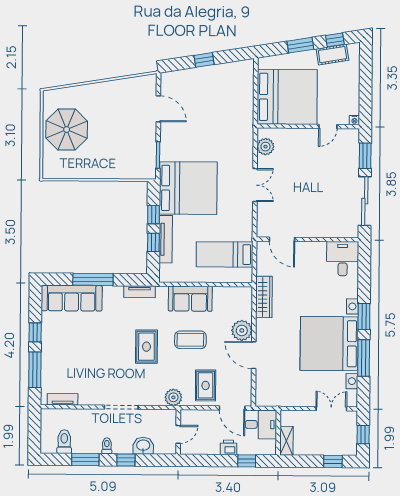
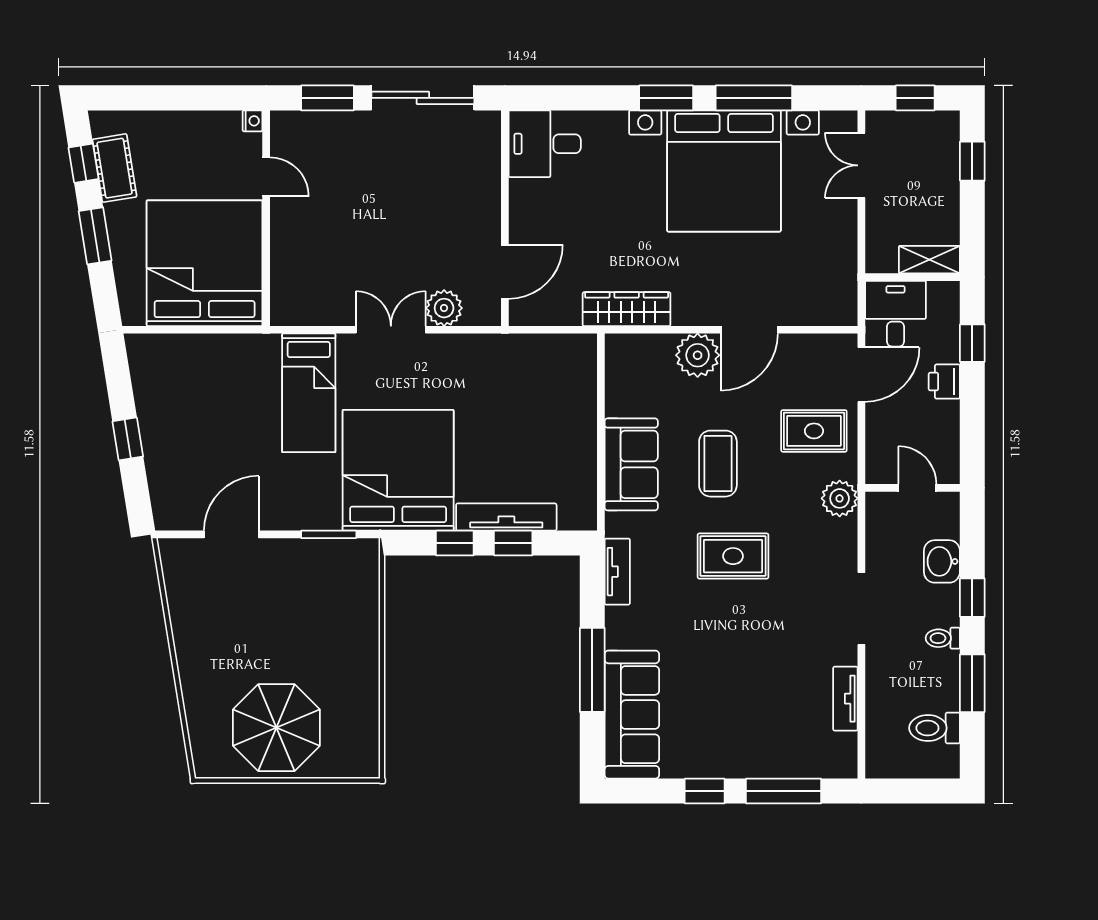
plant: (265, 147) -> (444, 308), moved
bed: (225, 254) -> (309, 393), moved
tv unit: (63, 399) -> (845, 699), moved

